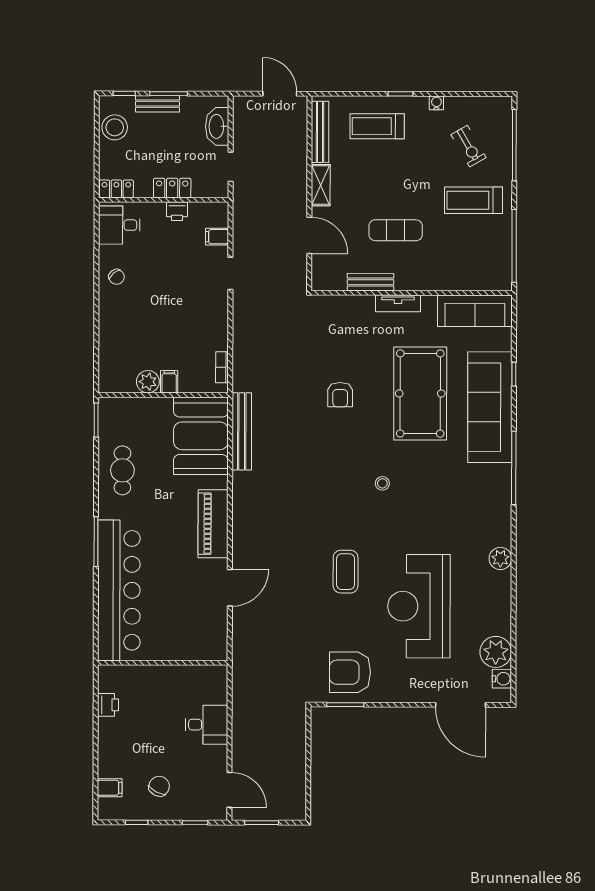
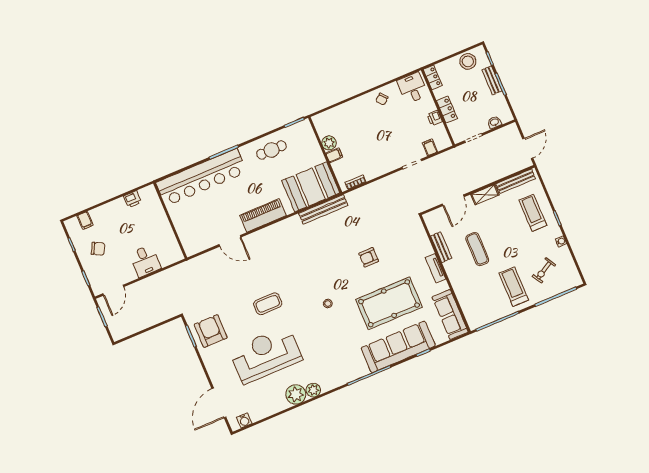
washbasin: (217, 126) -> (494, 122), width x0.52, depth x0.69
plant: (496, 652) -> (296, 394), moved

